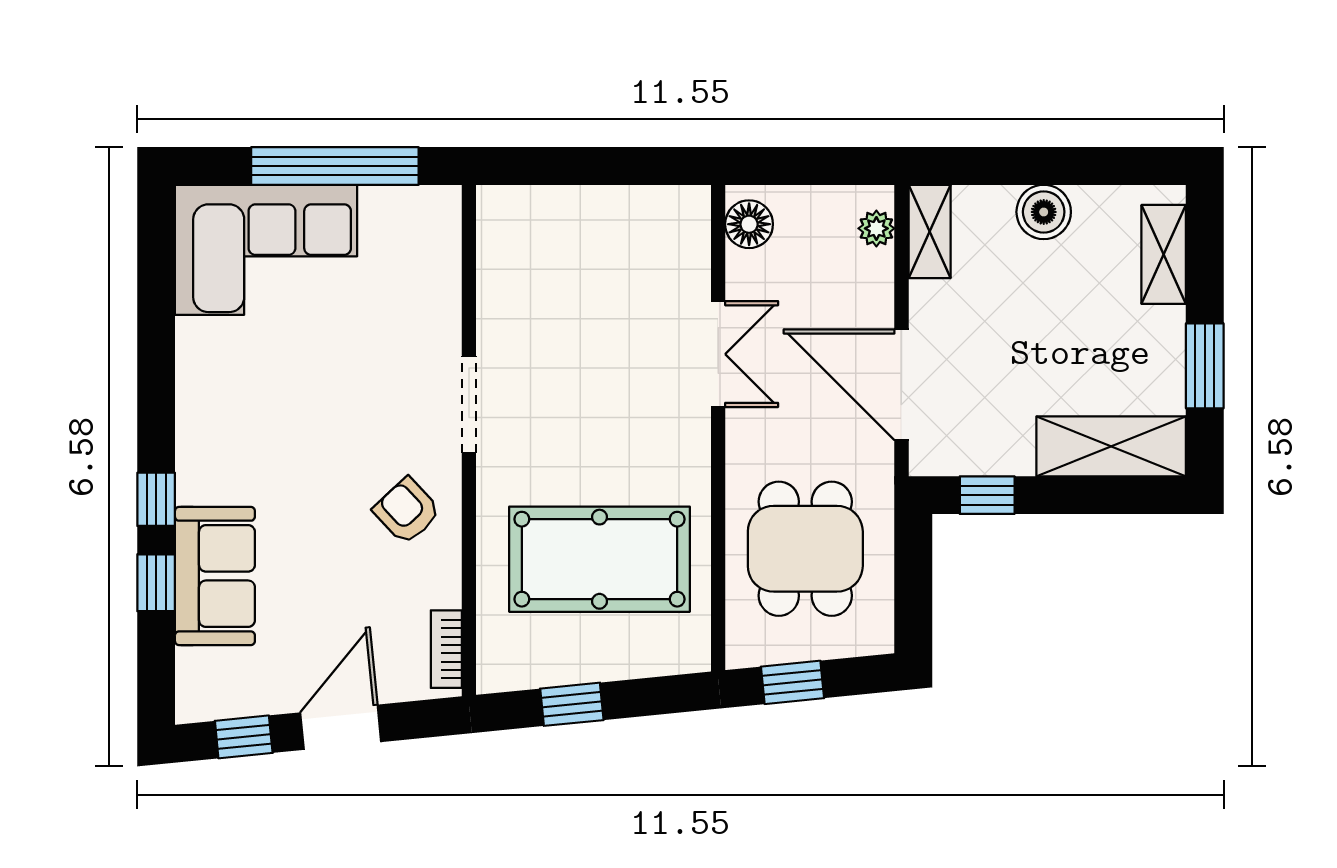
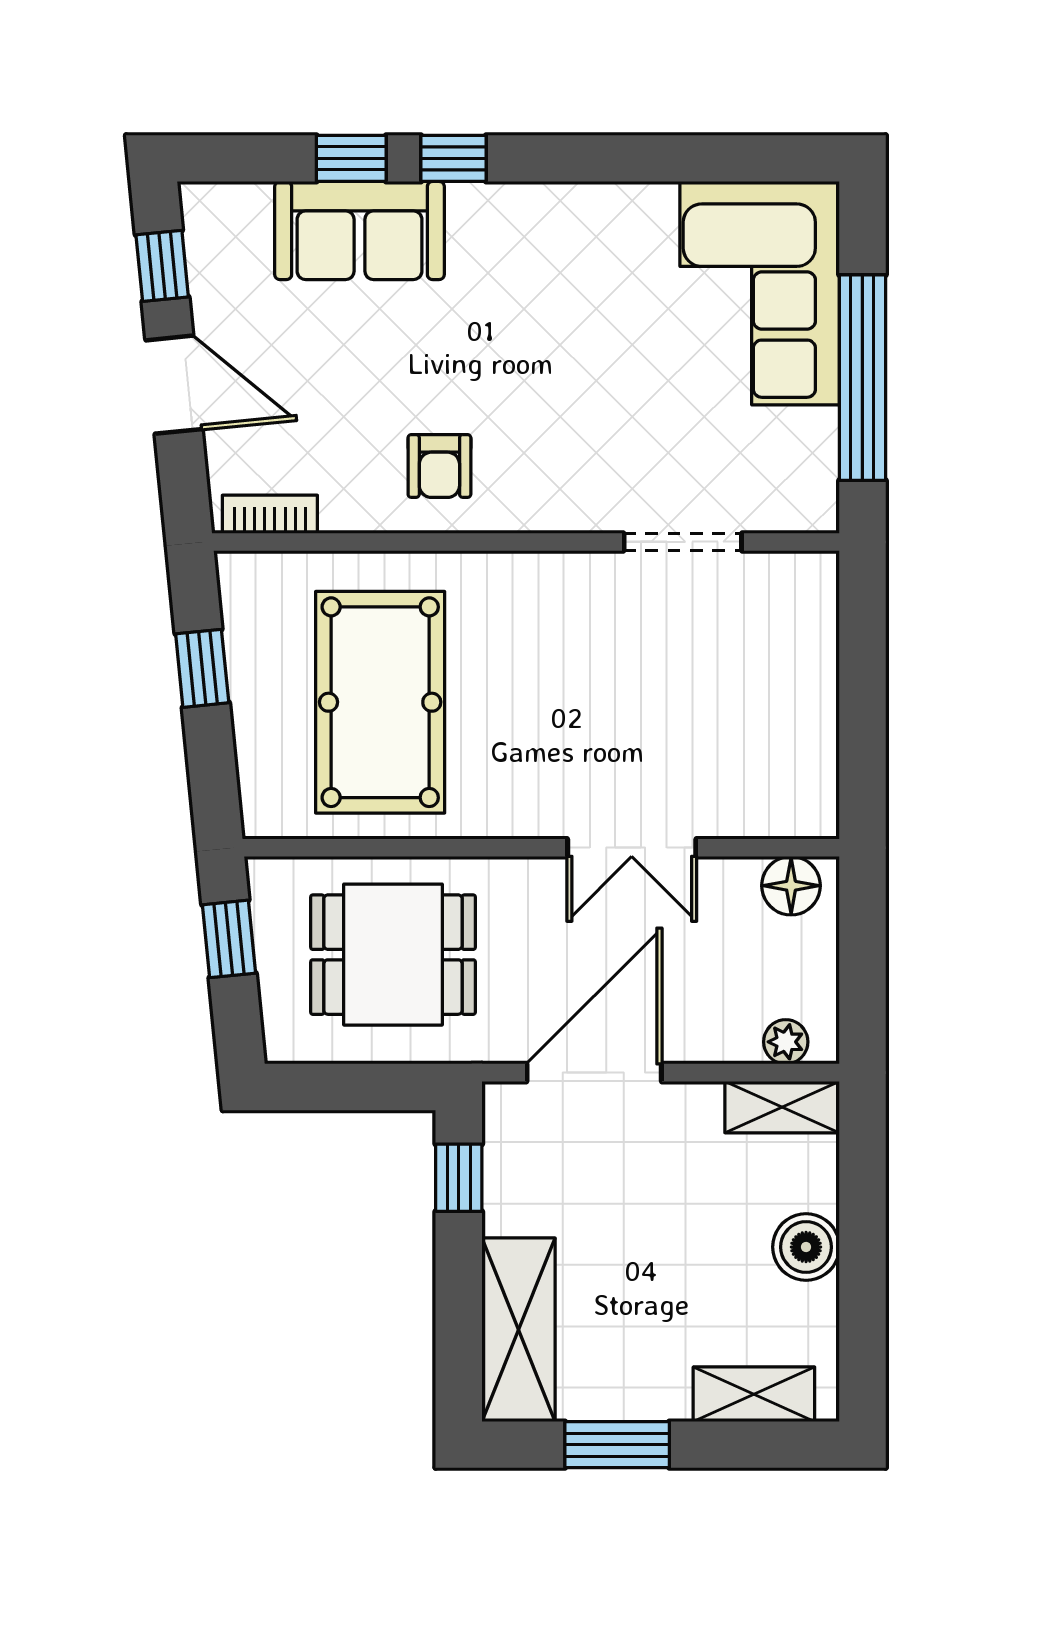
doorway: (469, 404) -> (683, 542), moved
armchair: (407, 511) -> (439, 466), turned 133

